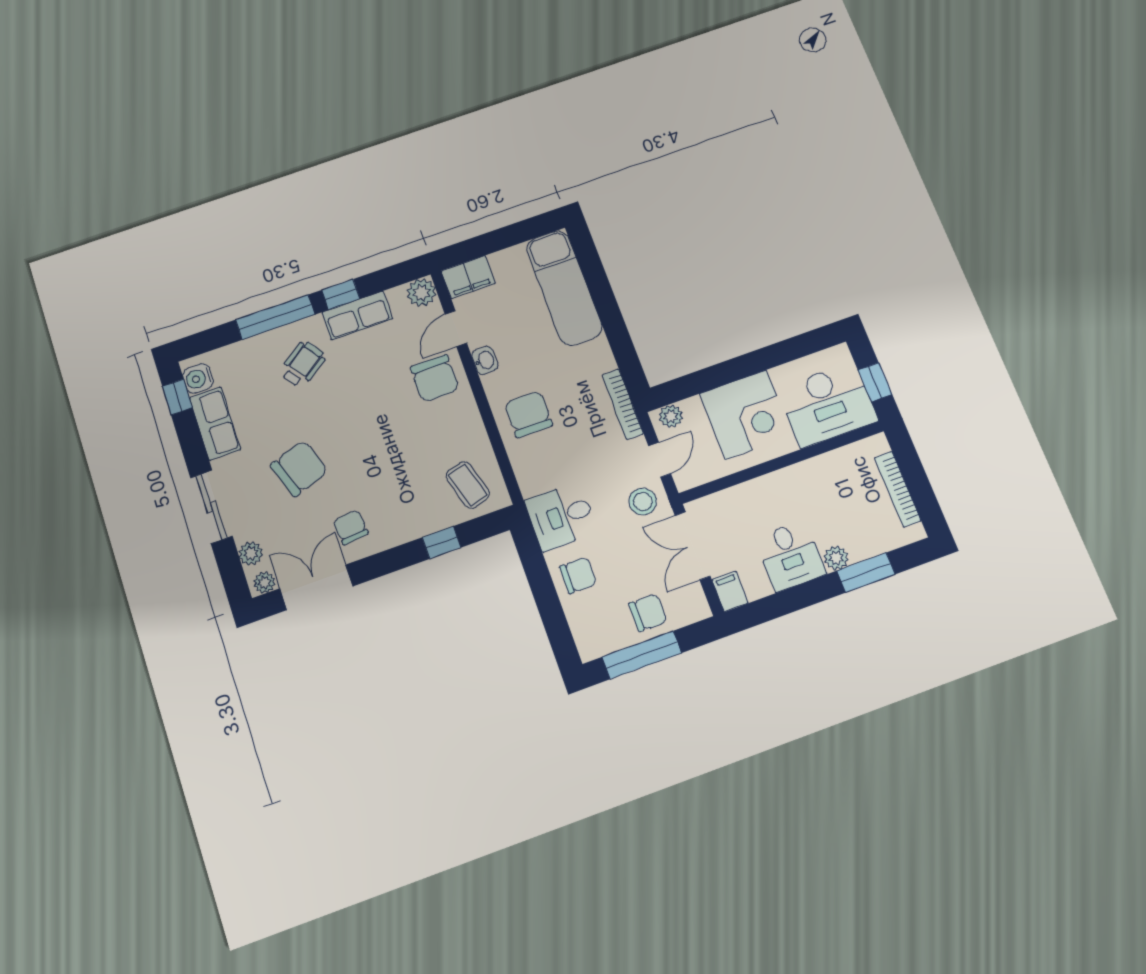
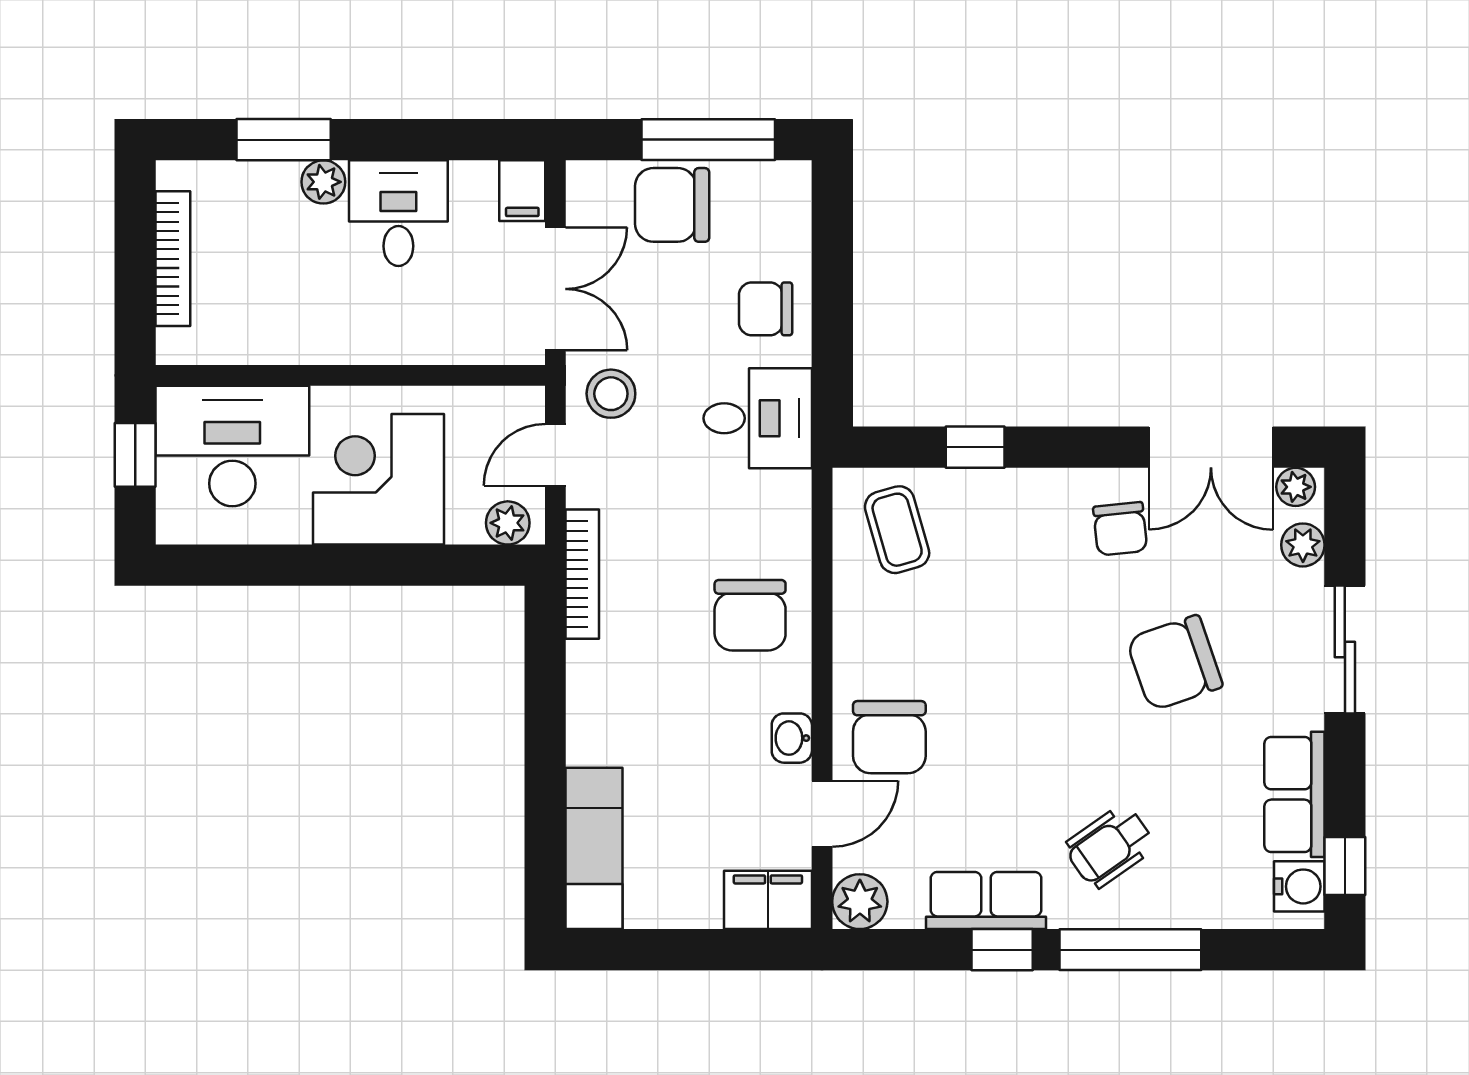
exam couch: (564, 288) -> (594, 848), width x0.73, depth x0.69
chair: (435, 378) -> (889, 737), turned 180
chair: (648, 613) -> (672, 205), width x1.37, depth x1.37

